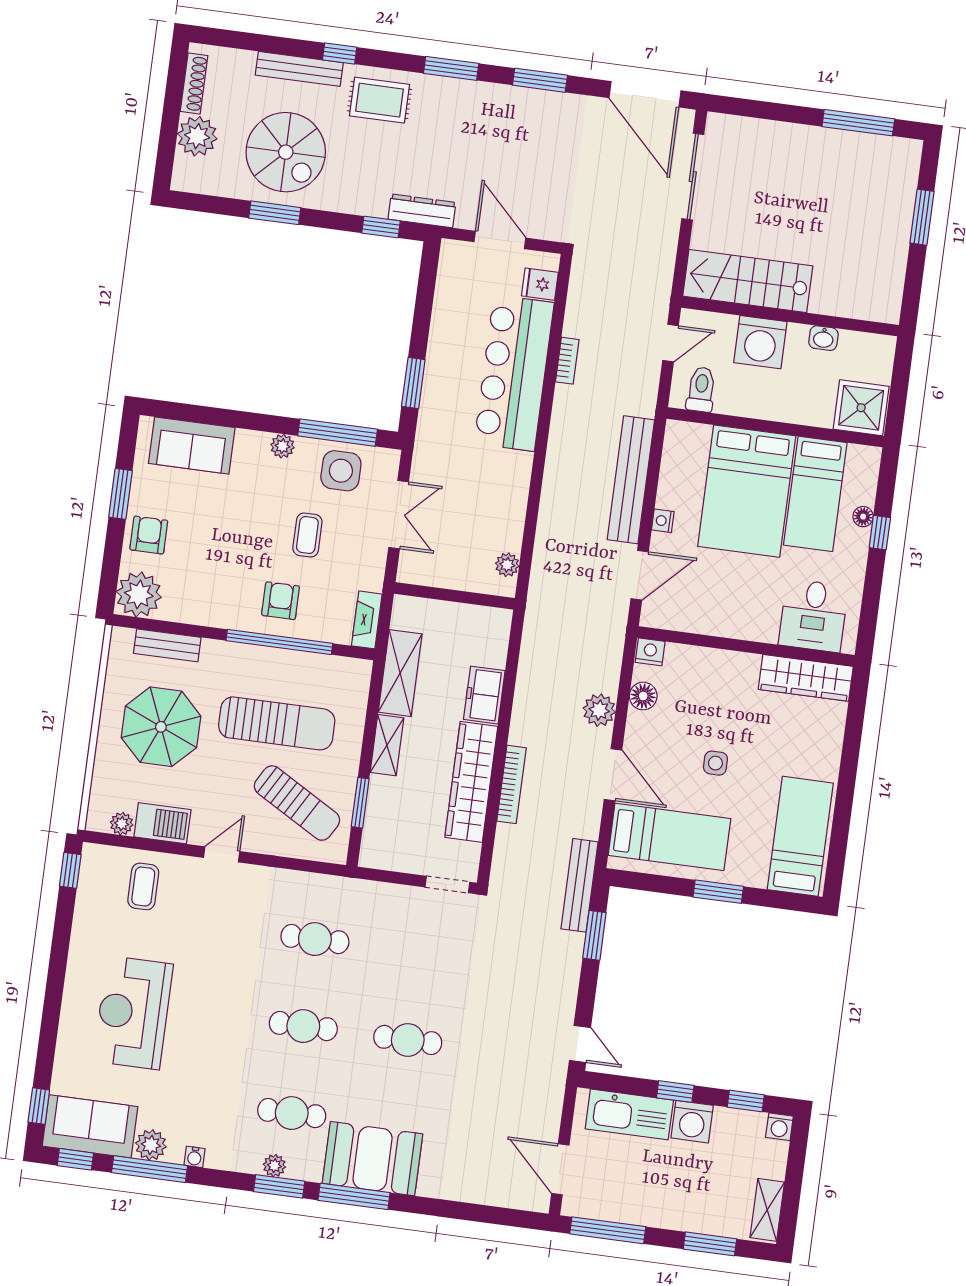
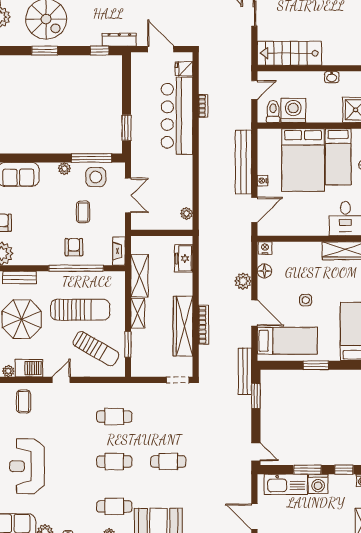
washing machine: (760, 342) -> (293, 110), moved, turned 180
freezer: (484, 695) -> (184, 258), moved
window: (675, 1092) -> (307, 470), width x1.50

